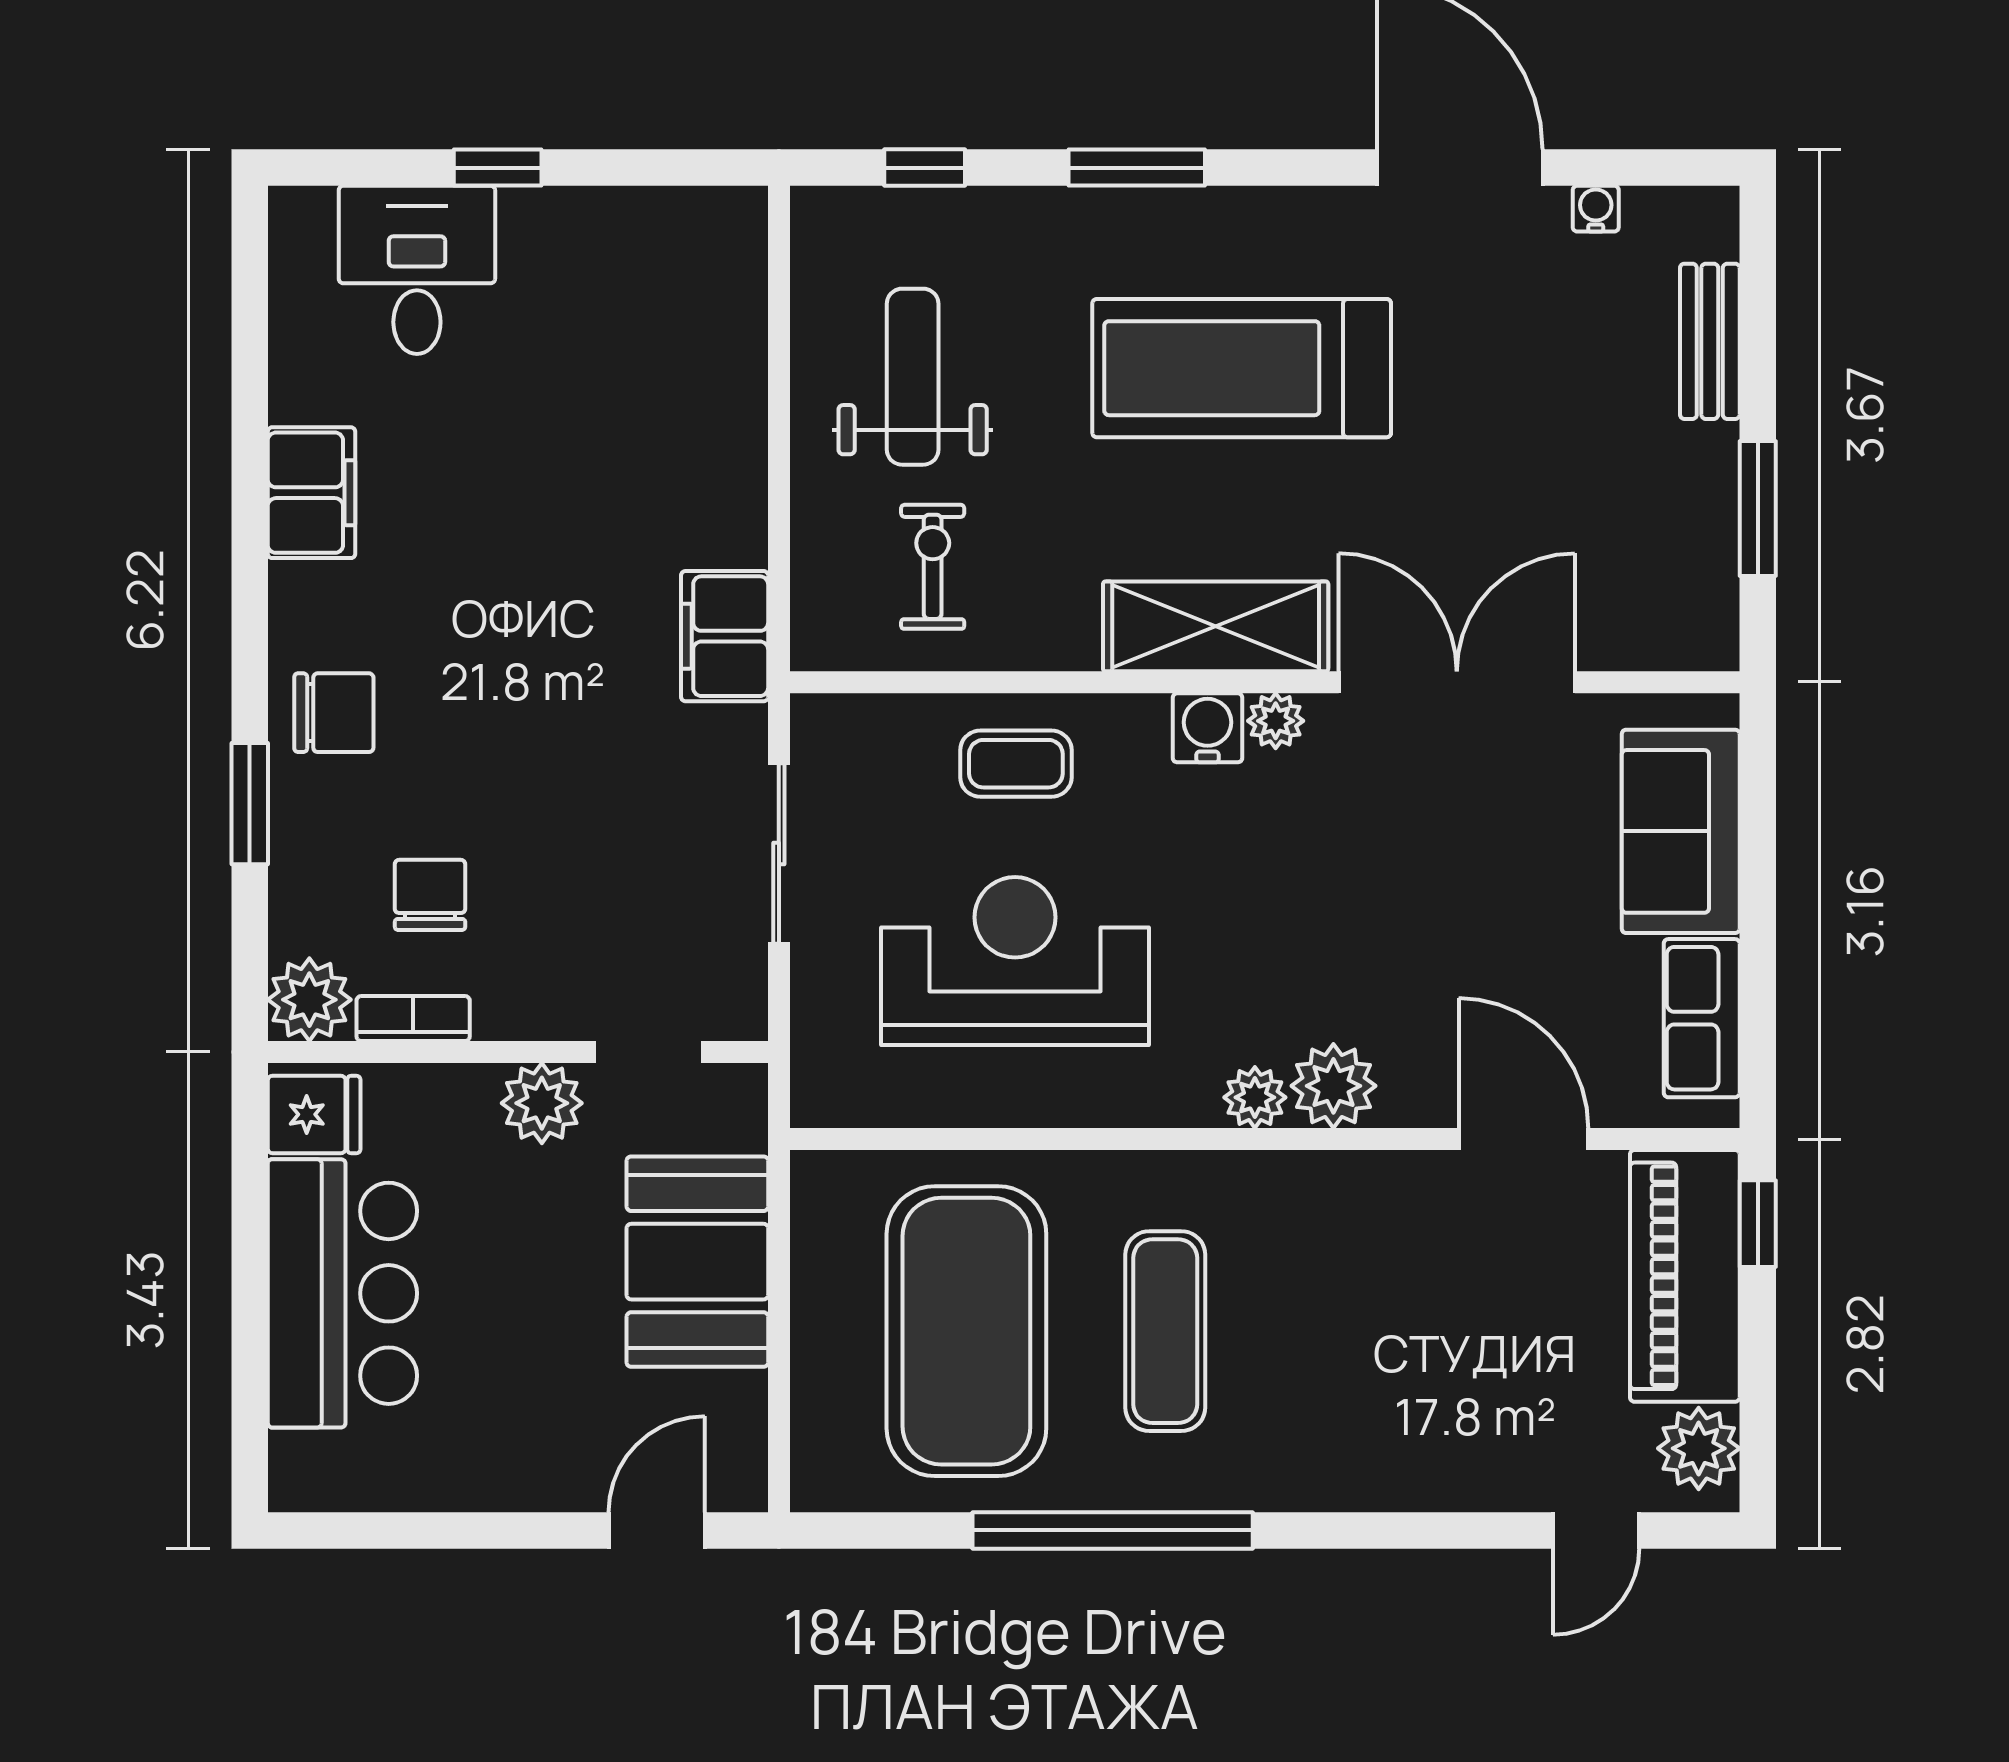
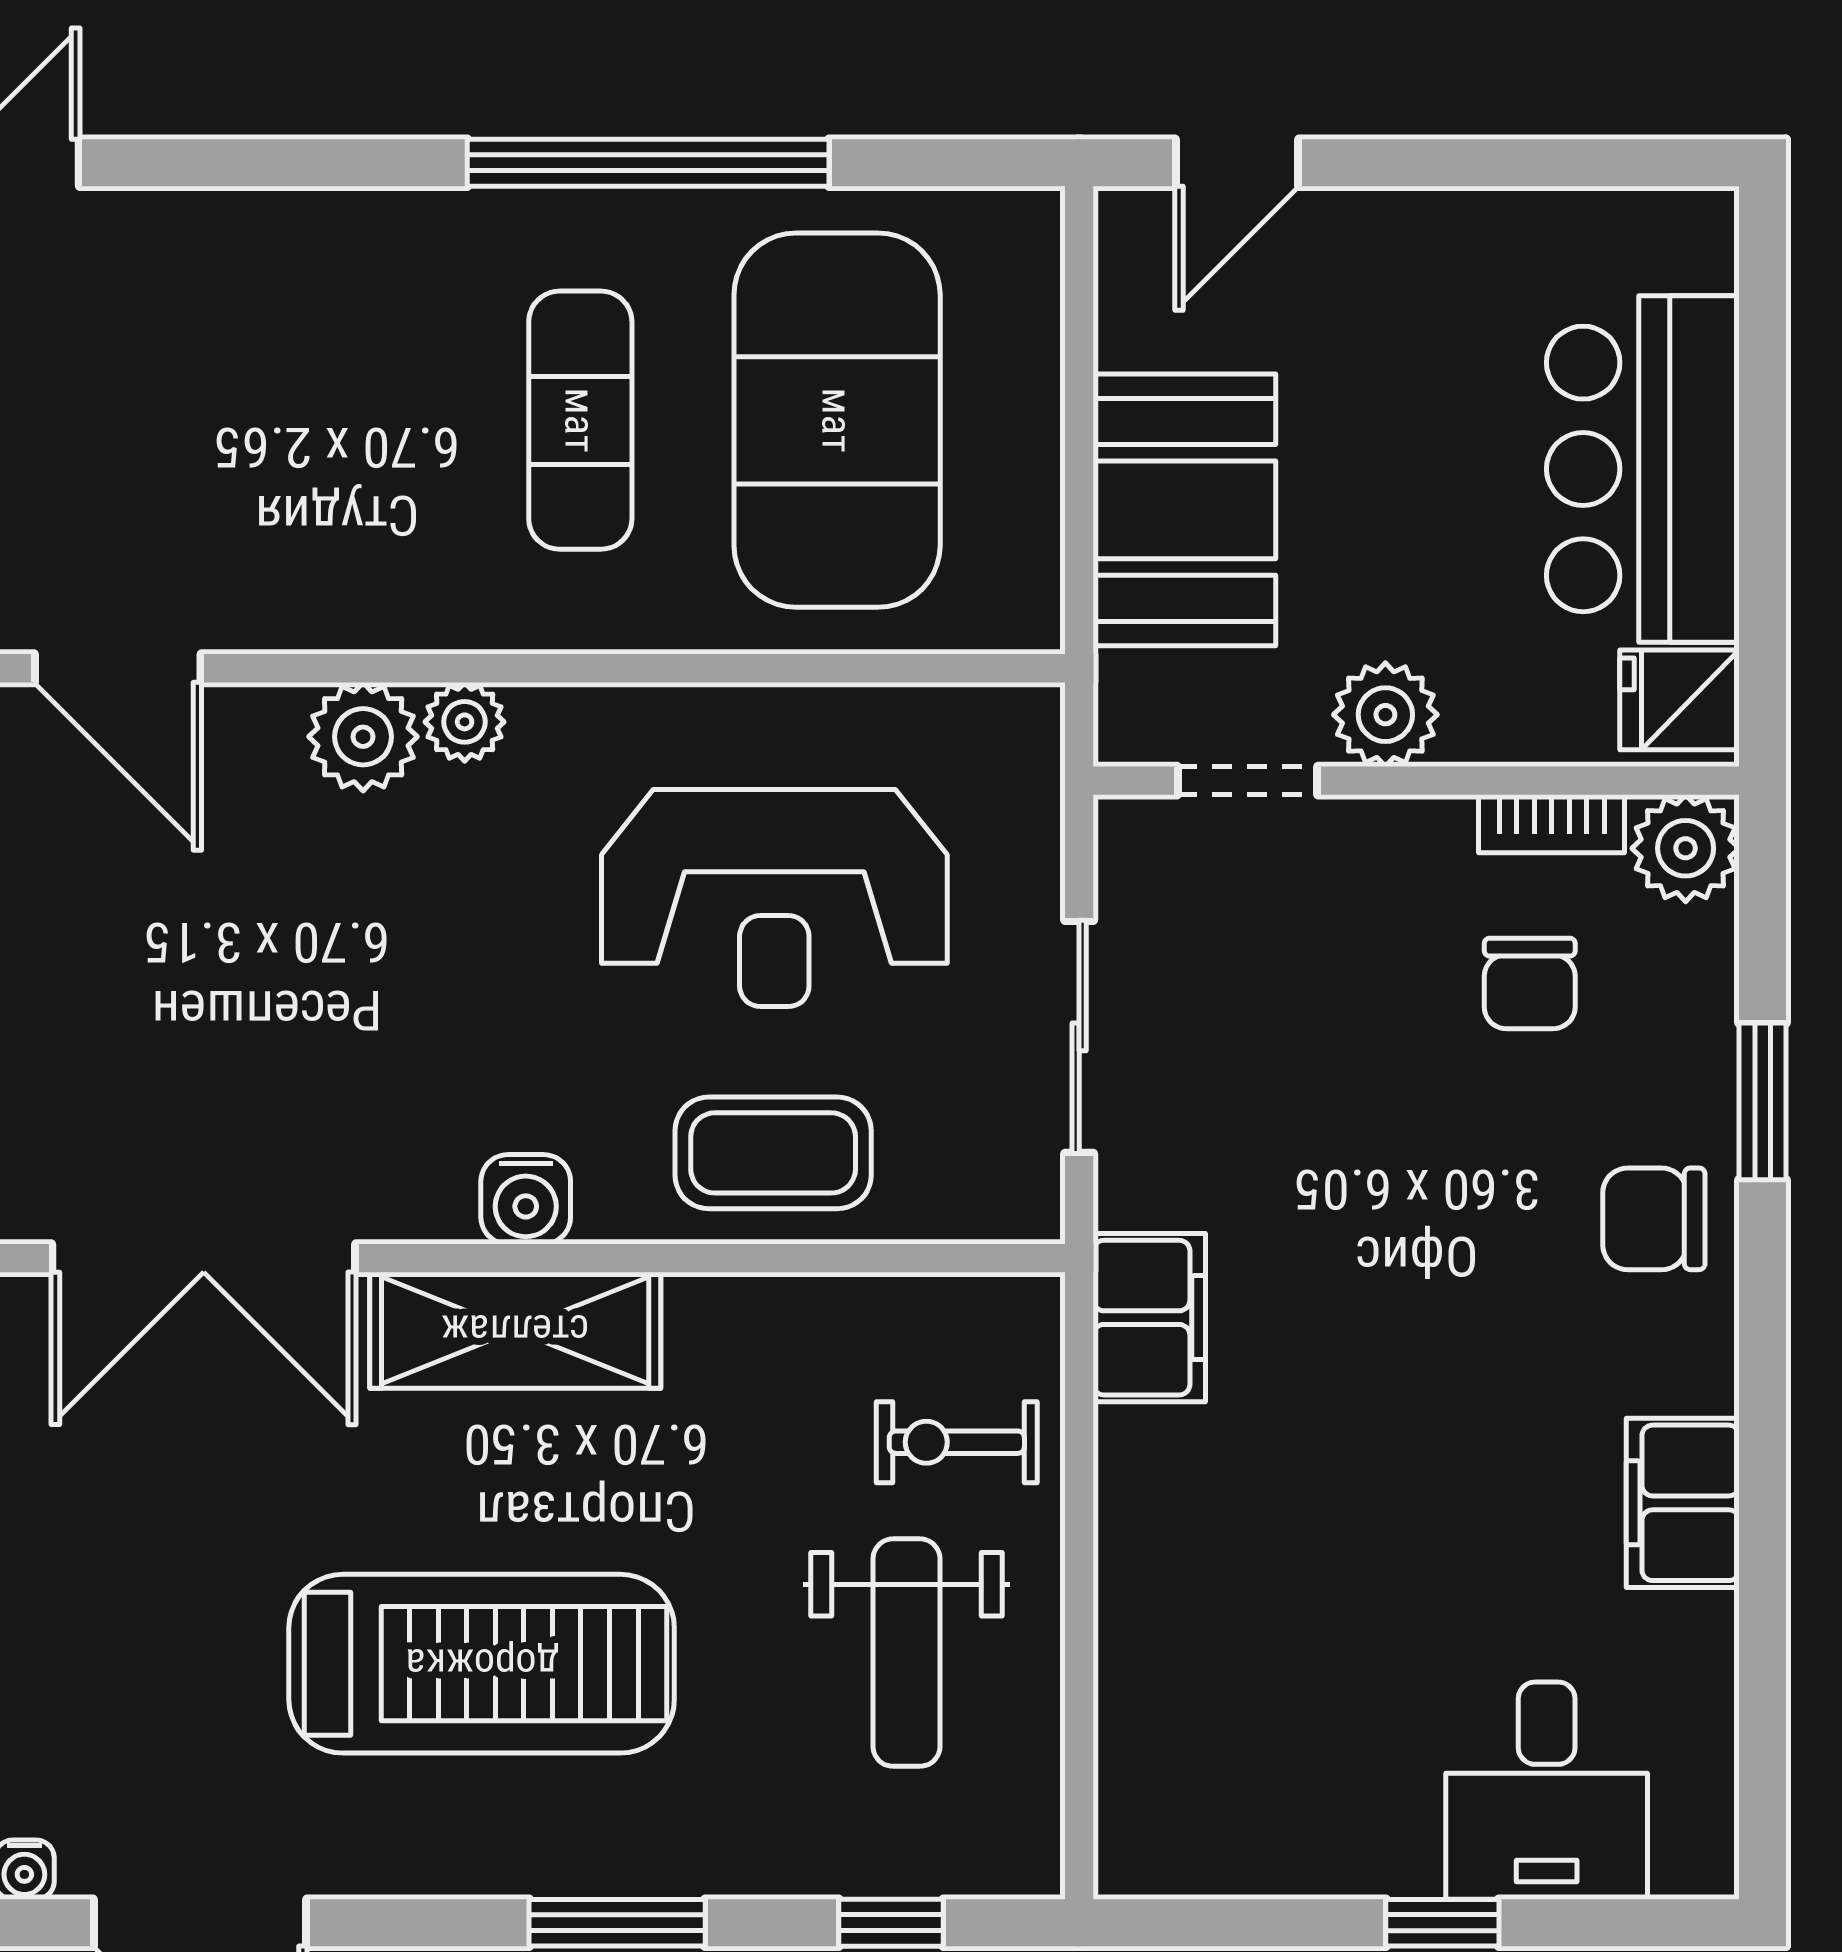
exercise bike: (933, 567) -> (957, 1442), moved, turned 90
plant: (1276, 721) -> (438, 1208), removed
coffee table: (1016, 764) -> (773, 1153), width x1.36, depth x1.30

